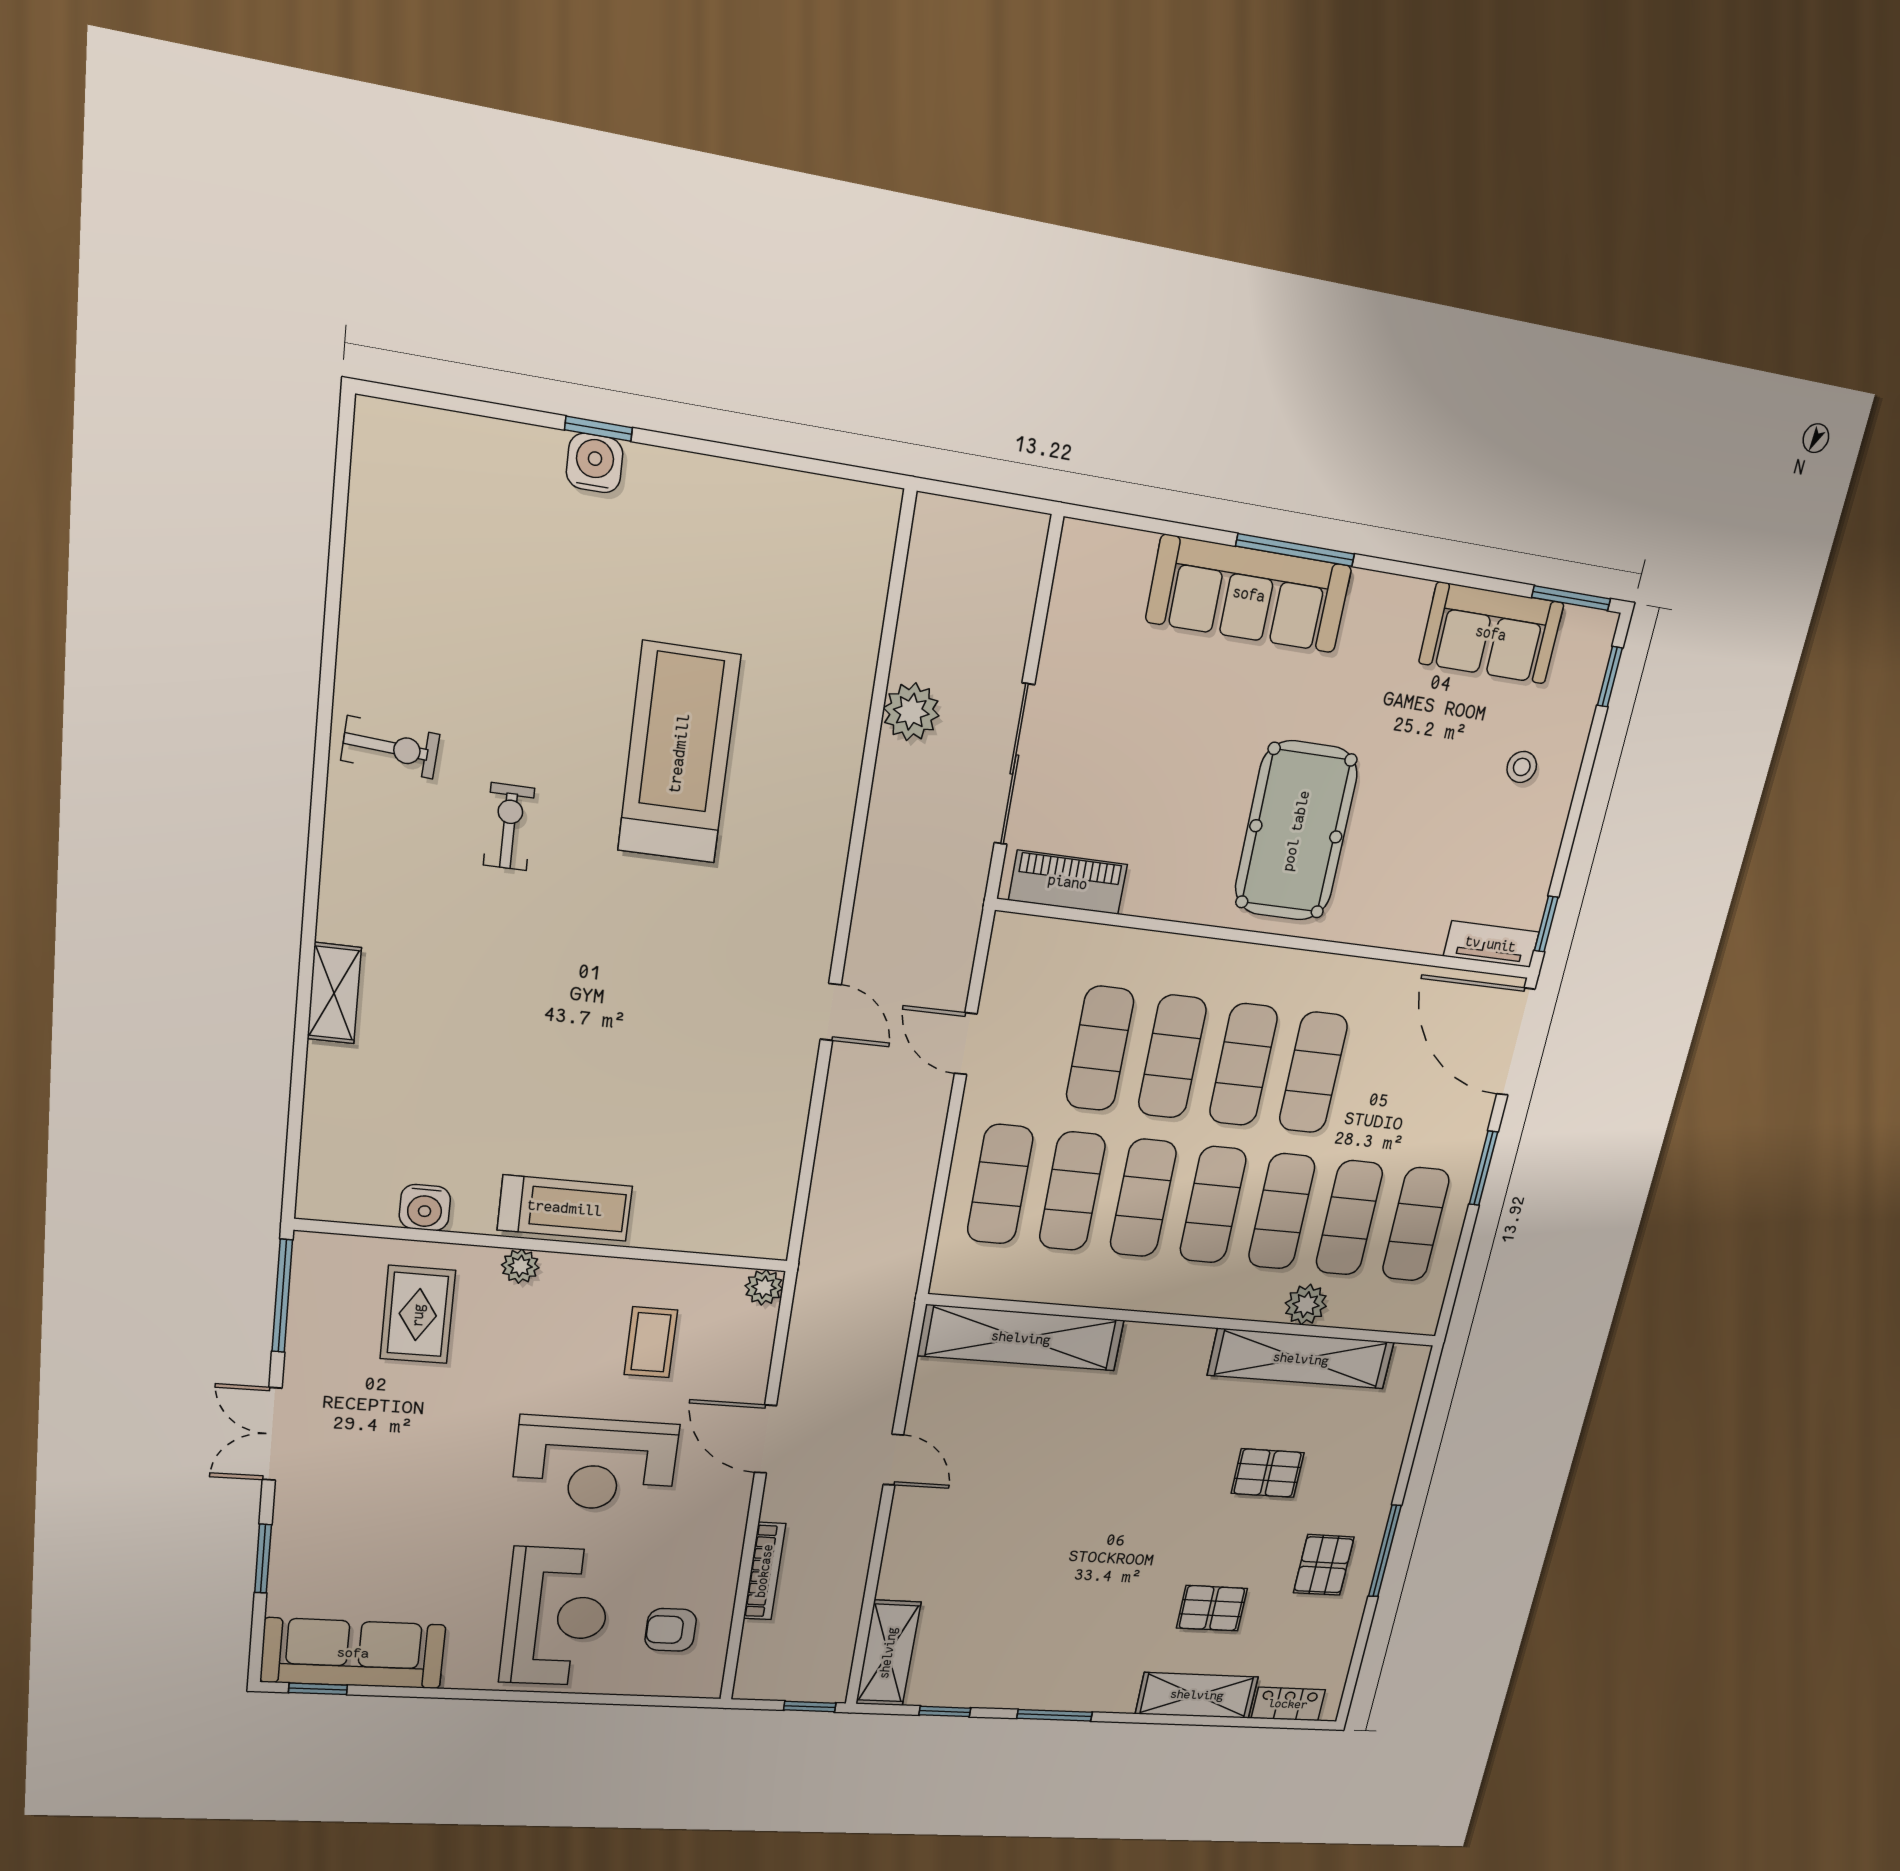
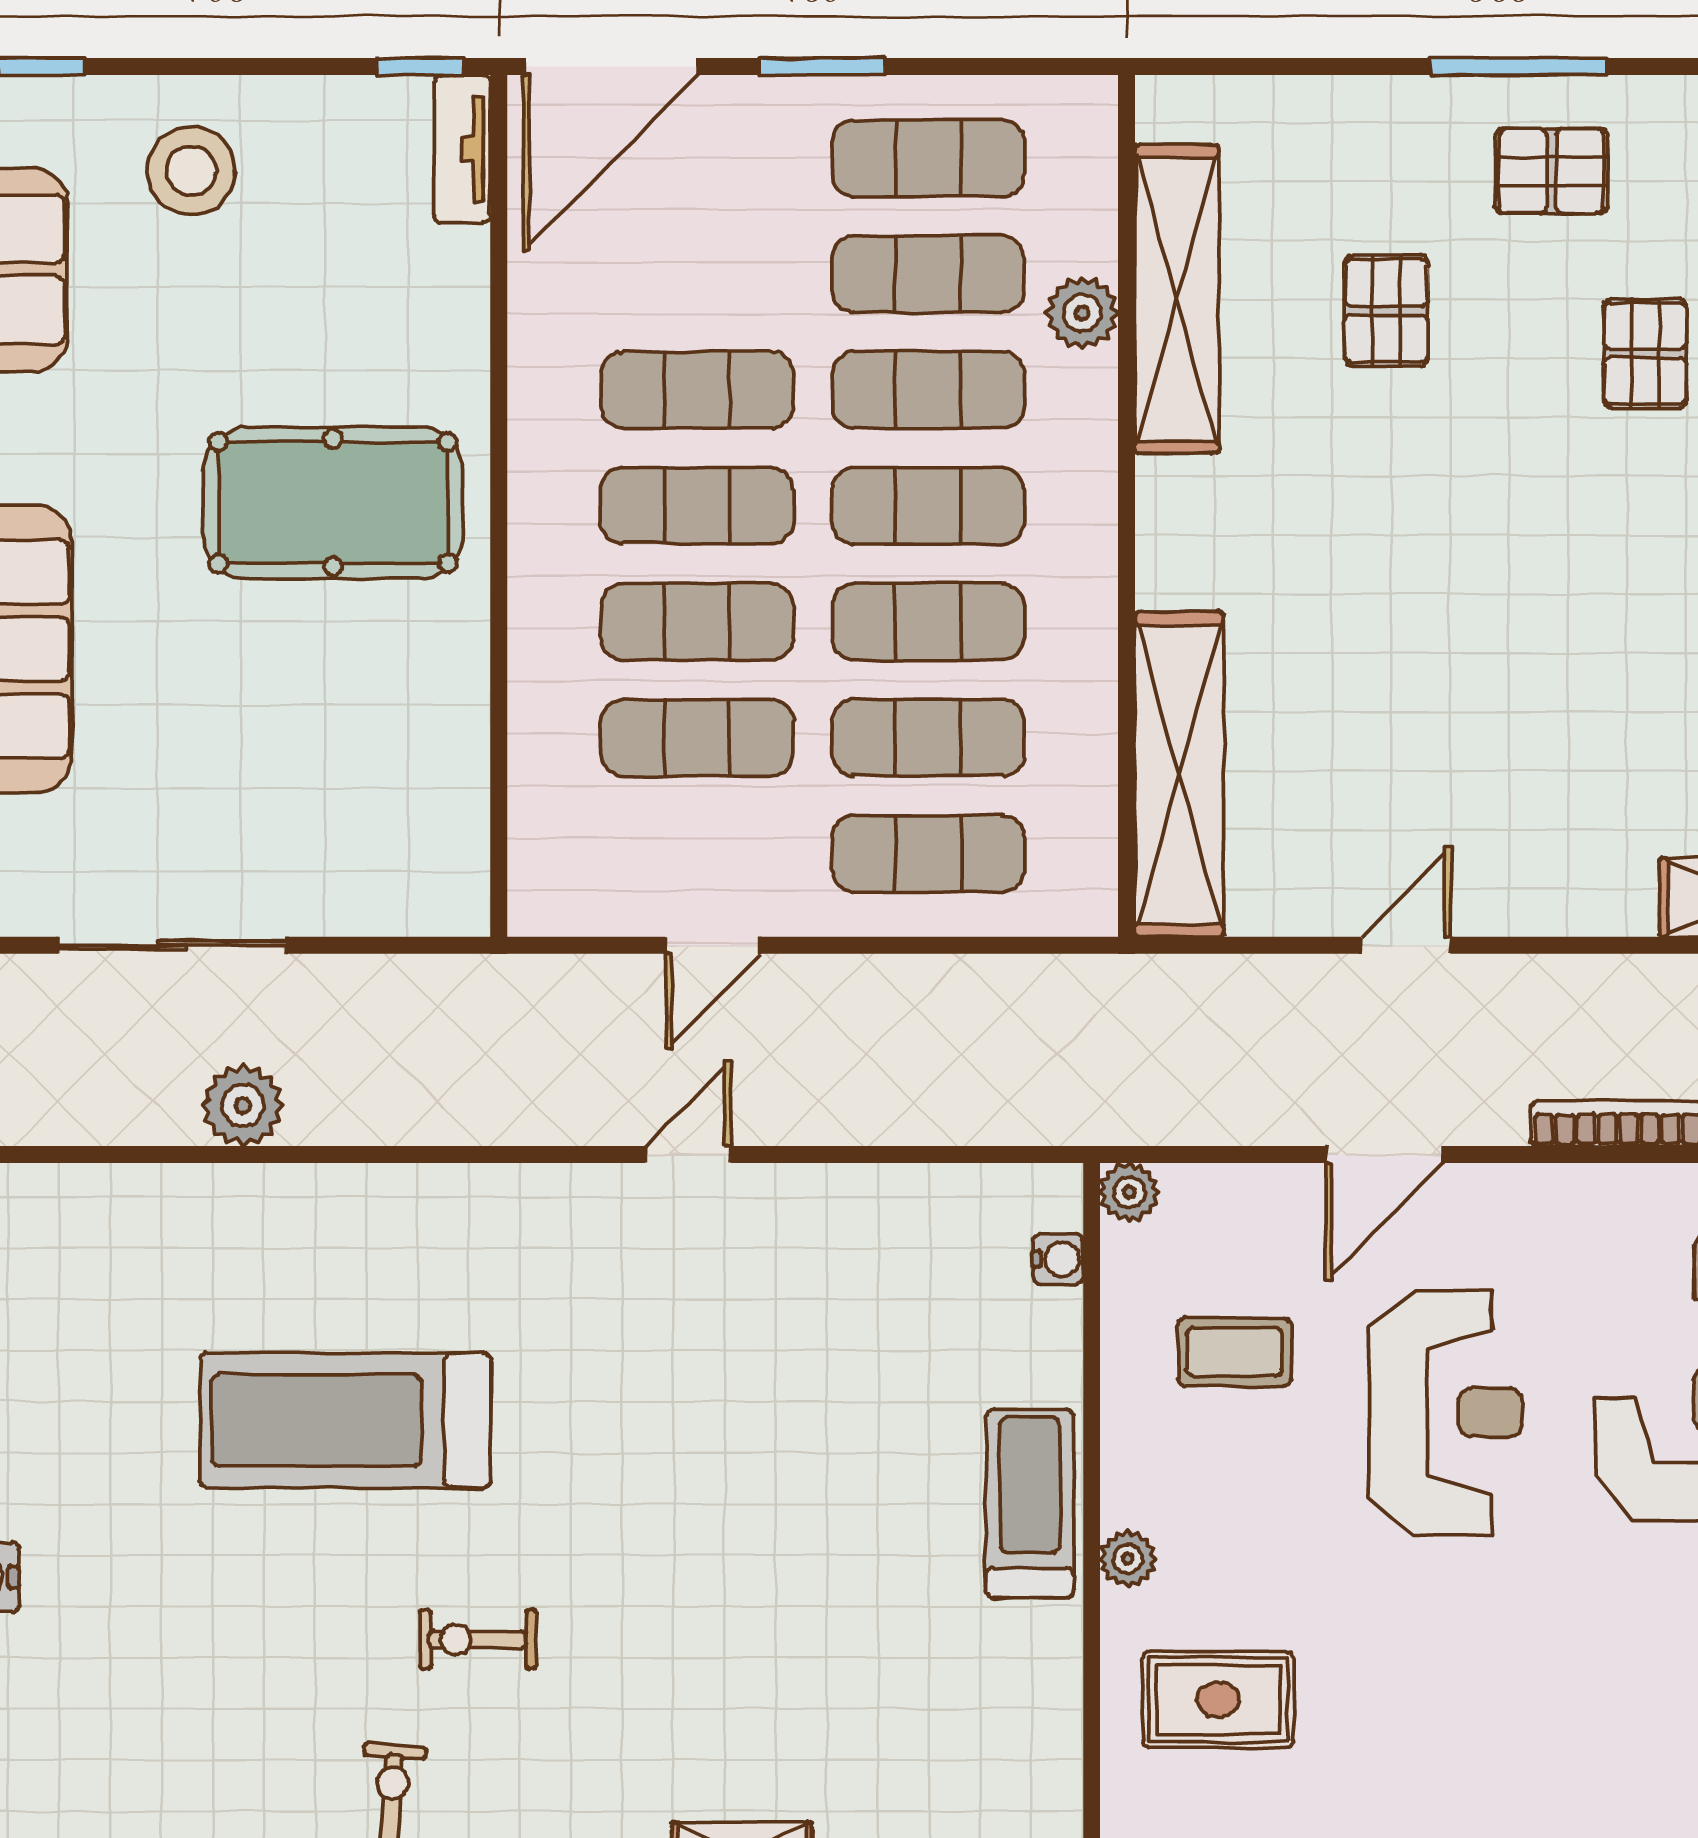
sliding door: (1014, 765) -> (172, 945), moved
stool: (1522, 767) -> (191, 171), width x1.89, depth x1.89
piano: (1068, 882) -> (453, 835), removed
water cooler: (425, 1208) -> (1058, 1259), moved, width x0.72, depth x0.72

